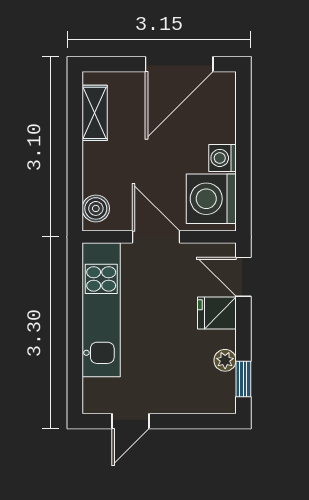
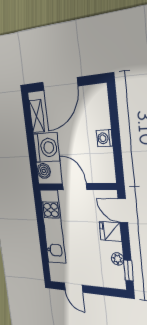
door: (179, 64) -> (60, 84), moved
washing machine: (211, 199) -> (46, 148), moved, turned 180
door: (130, 421) -> (73, 288), hinge flipped

